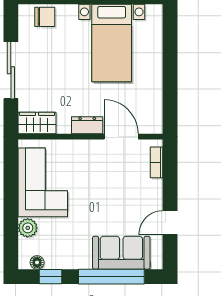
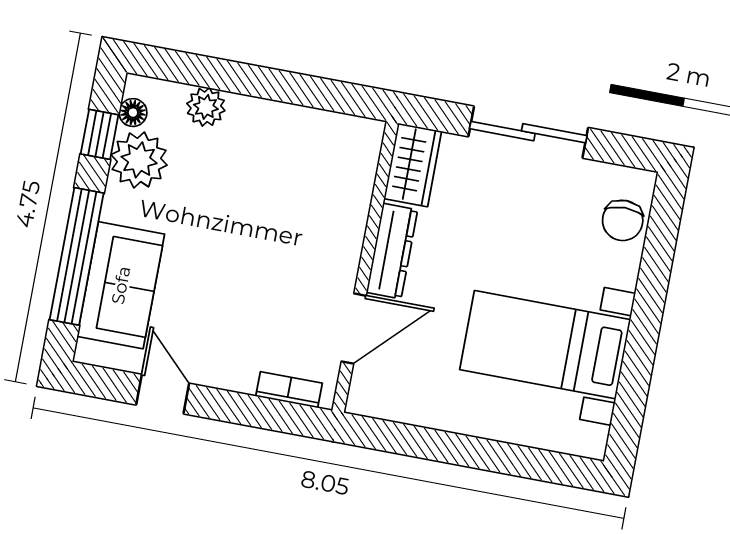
dresser: (87, 125) -> (392, 251), width x1.44
corner sofa: (43, 182) -> (291, 154), removed
plant: (59, 255) -> (139, 160), added

